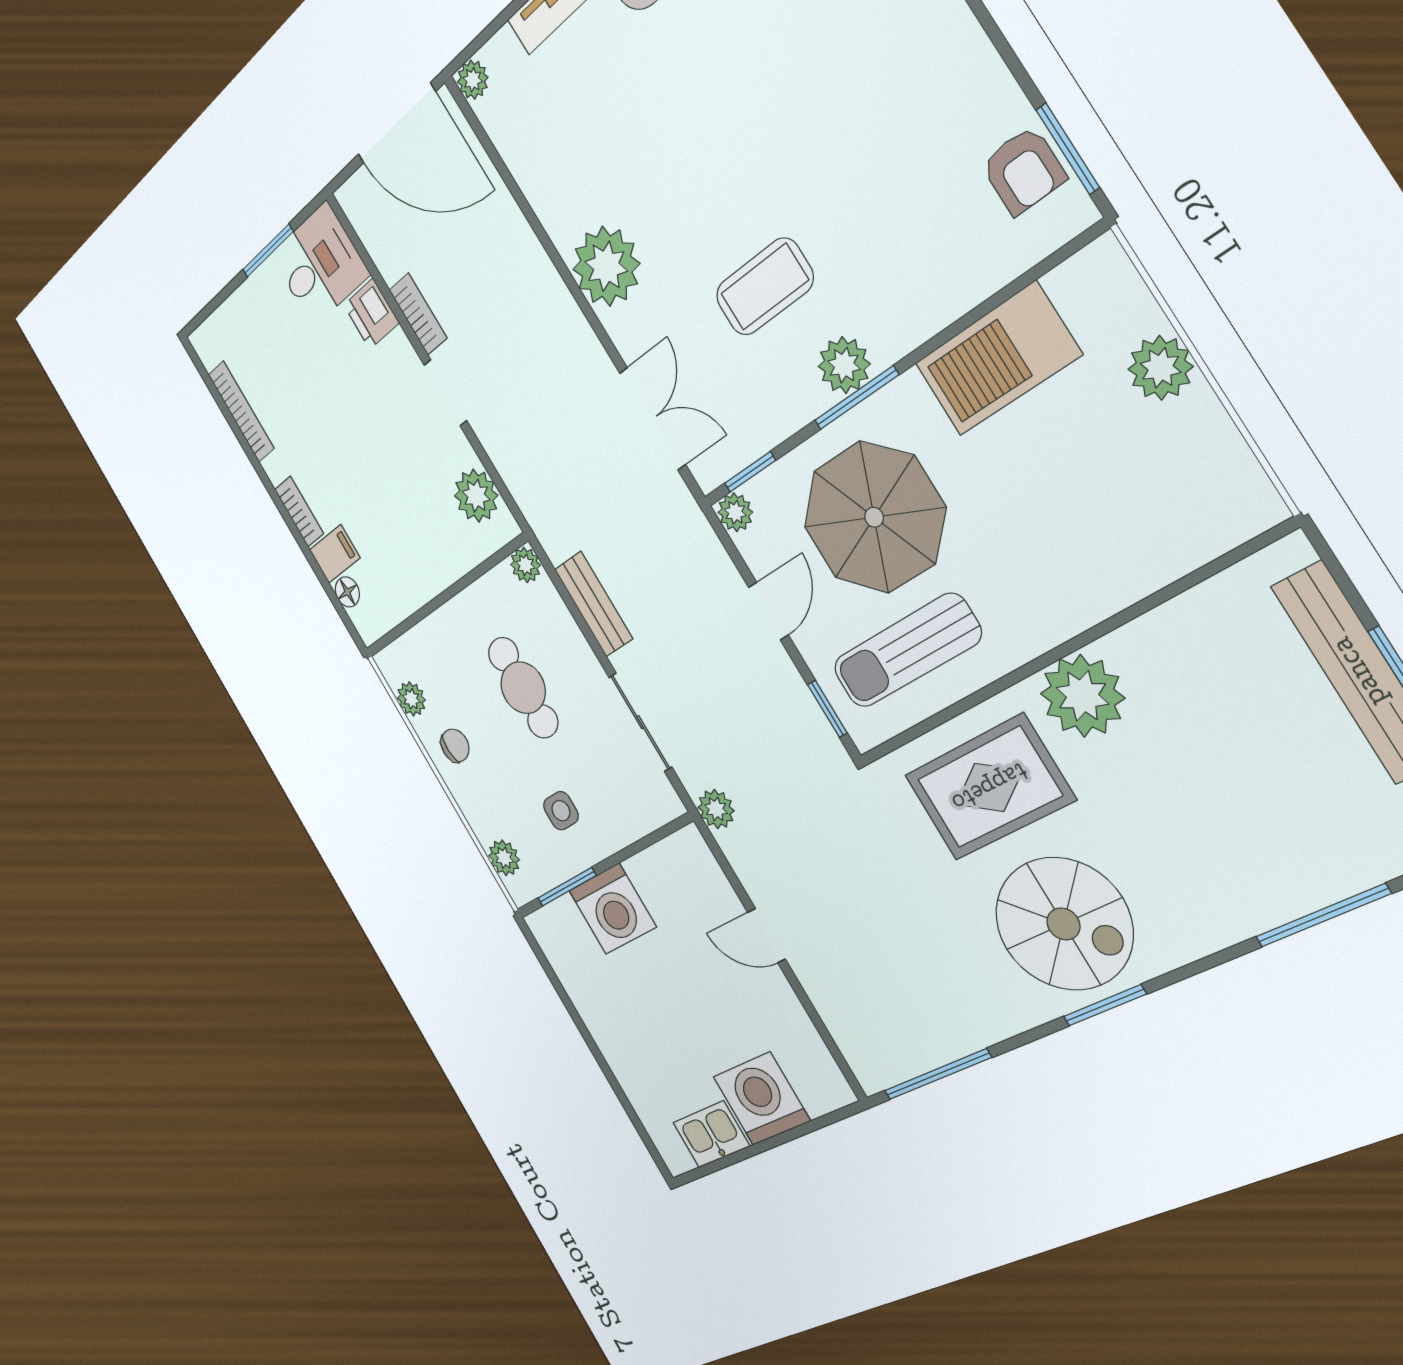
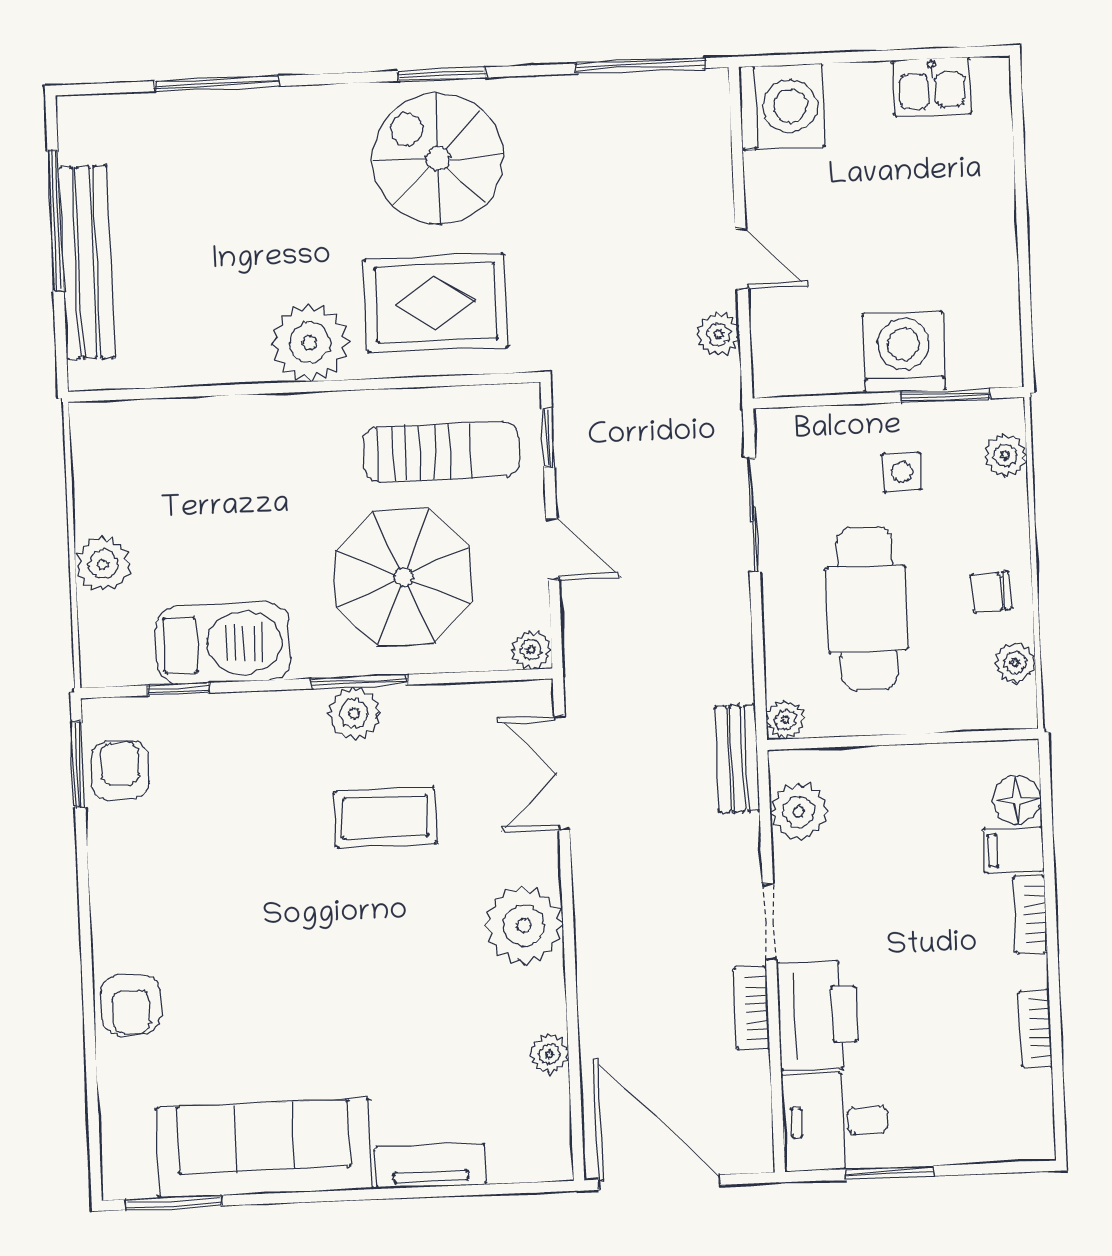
plant: (473, 80) -> (549, 1054), moved
printer: (371, 314) -> (817, 1015), width x1.87, depth x1.48
bookcase: (241, 411) -> (1035, 1028), width x0.64
window: (750, 472) -> (178, 689), moved
floor lamp: (347, 592) -> (1017, 799), width x1.37, depth x1.37
bench: (594, 604) -> (737, 759), moved
door: (768, 611) -> (553, 549), swing flipped
cafe table: (523, 688) -> (867, 609), width x1.37, depth x1.35
plant: (716, 809) -> (718, 334), moved
washing machine: (762, 1099) -> (782, 107), moved, turned -90

